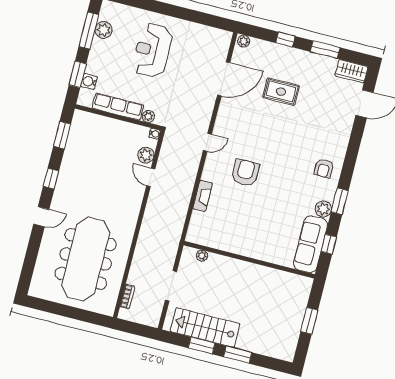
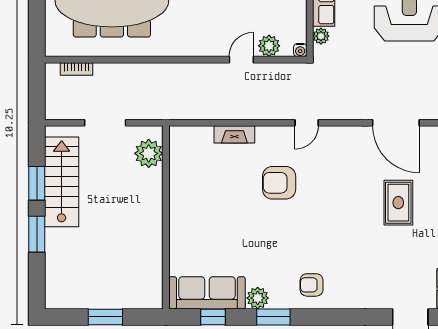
door: (207, 142) -> (307, 123), hinge flipped
armchair: (245, 173) -> (279, 183), turned 180
plant: (202, 256) -> (149, 153), width x1.87, depth x1.87

